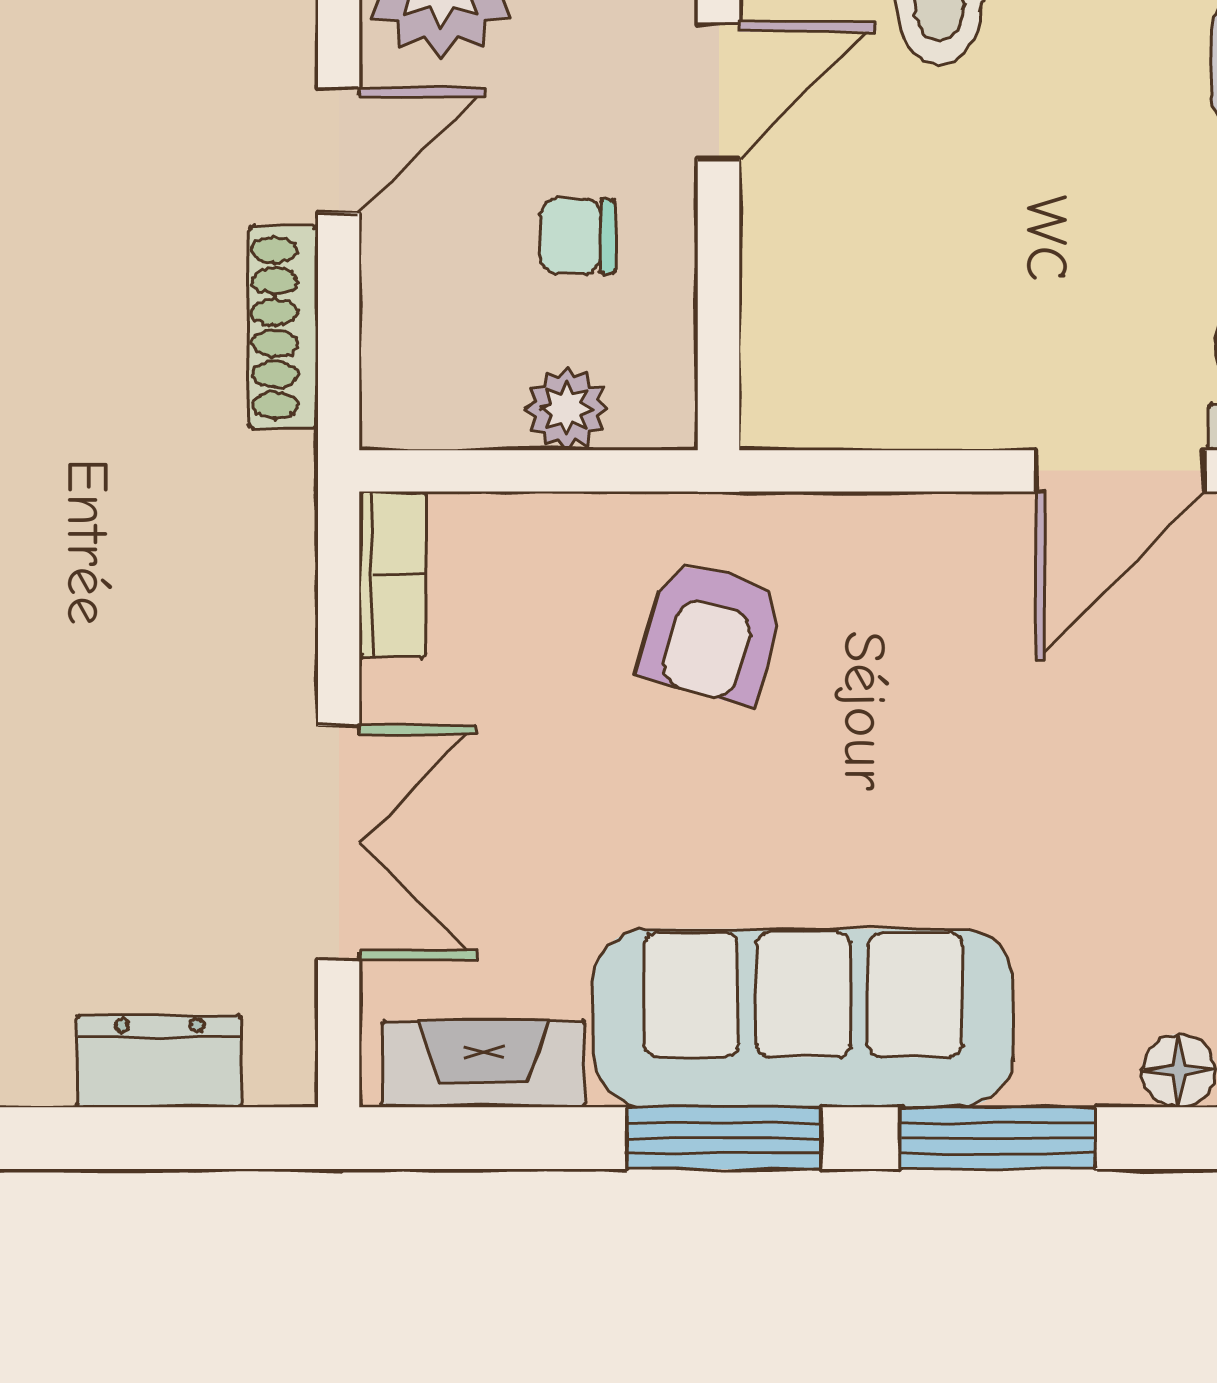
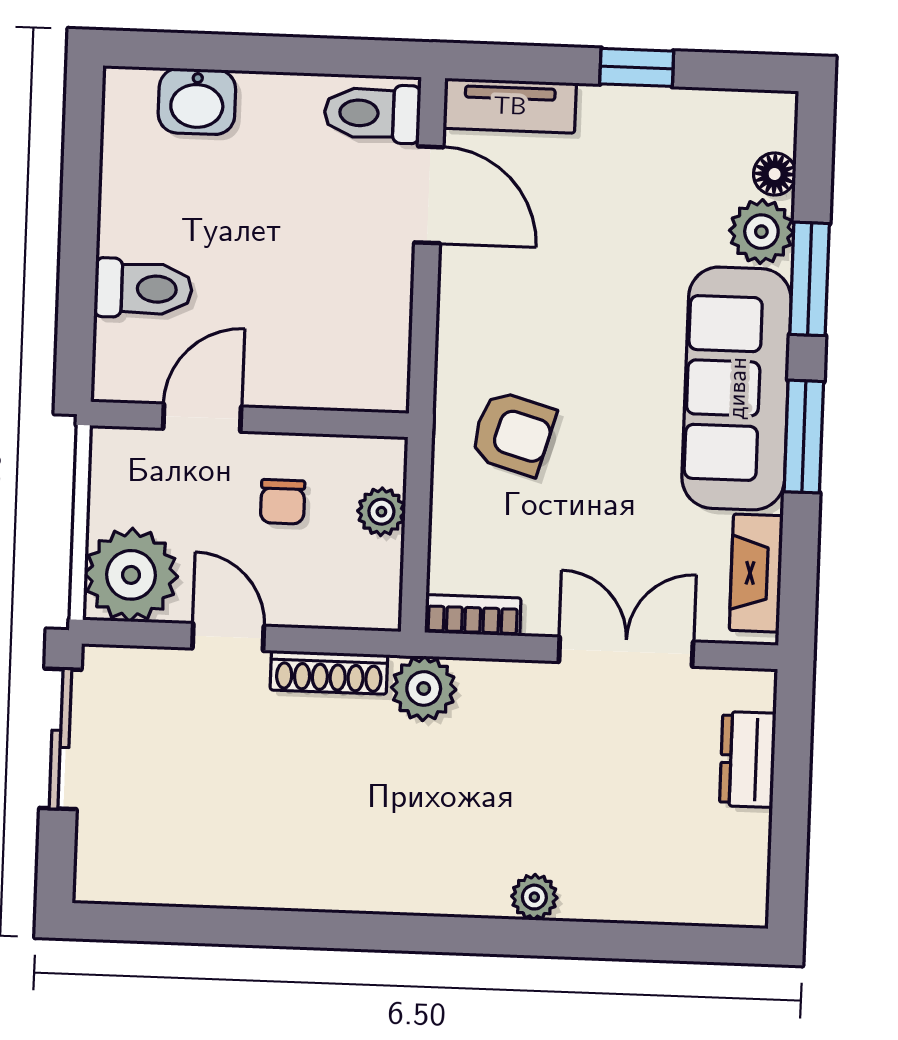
door: (719, 91) -> (202, 418), hinge flipped
plant: (262, 493) -> (424, 688), added
plant: (1078, 1051) -> (761, 232), added

